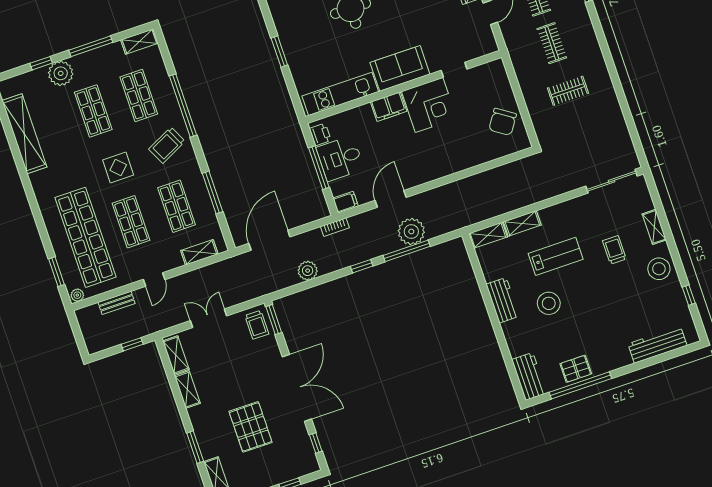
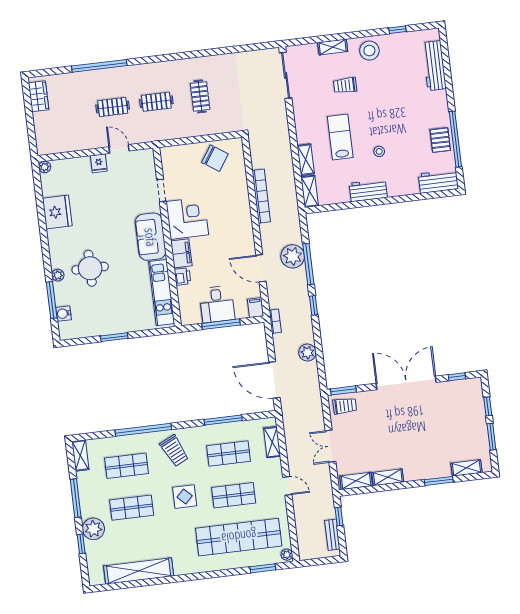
printer: (320, 134) -> (182, 277), moved, turned 90
bookcase: (471, 182) -> (261, 196), added
bench: (117, 303) -> (332, 535), moved
stool: (549, 303) -> (379, 151), width x0.53, depth x0.53
pallet: (251, 427) -> (431, 430), removed

